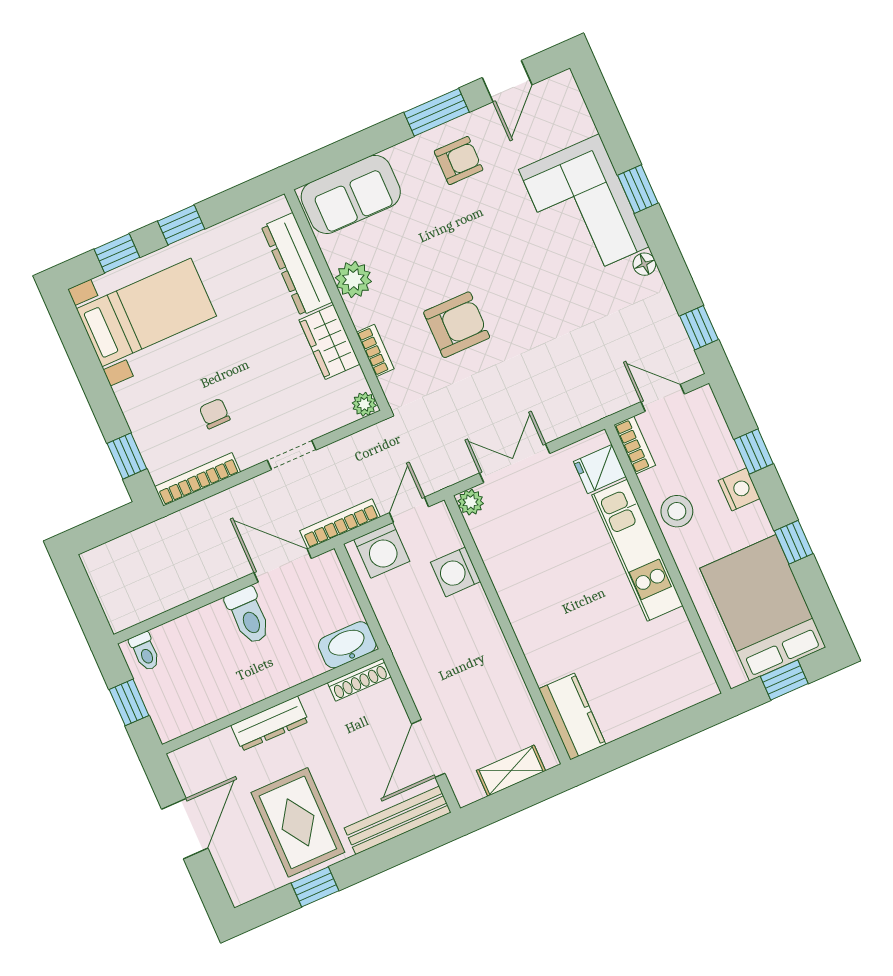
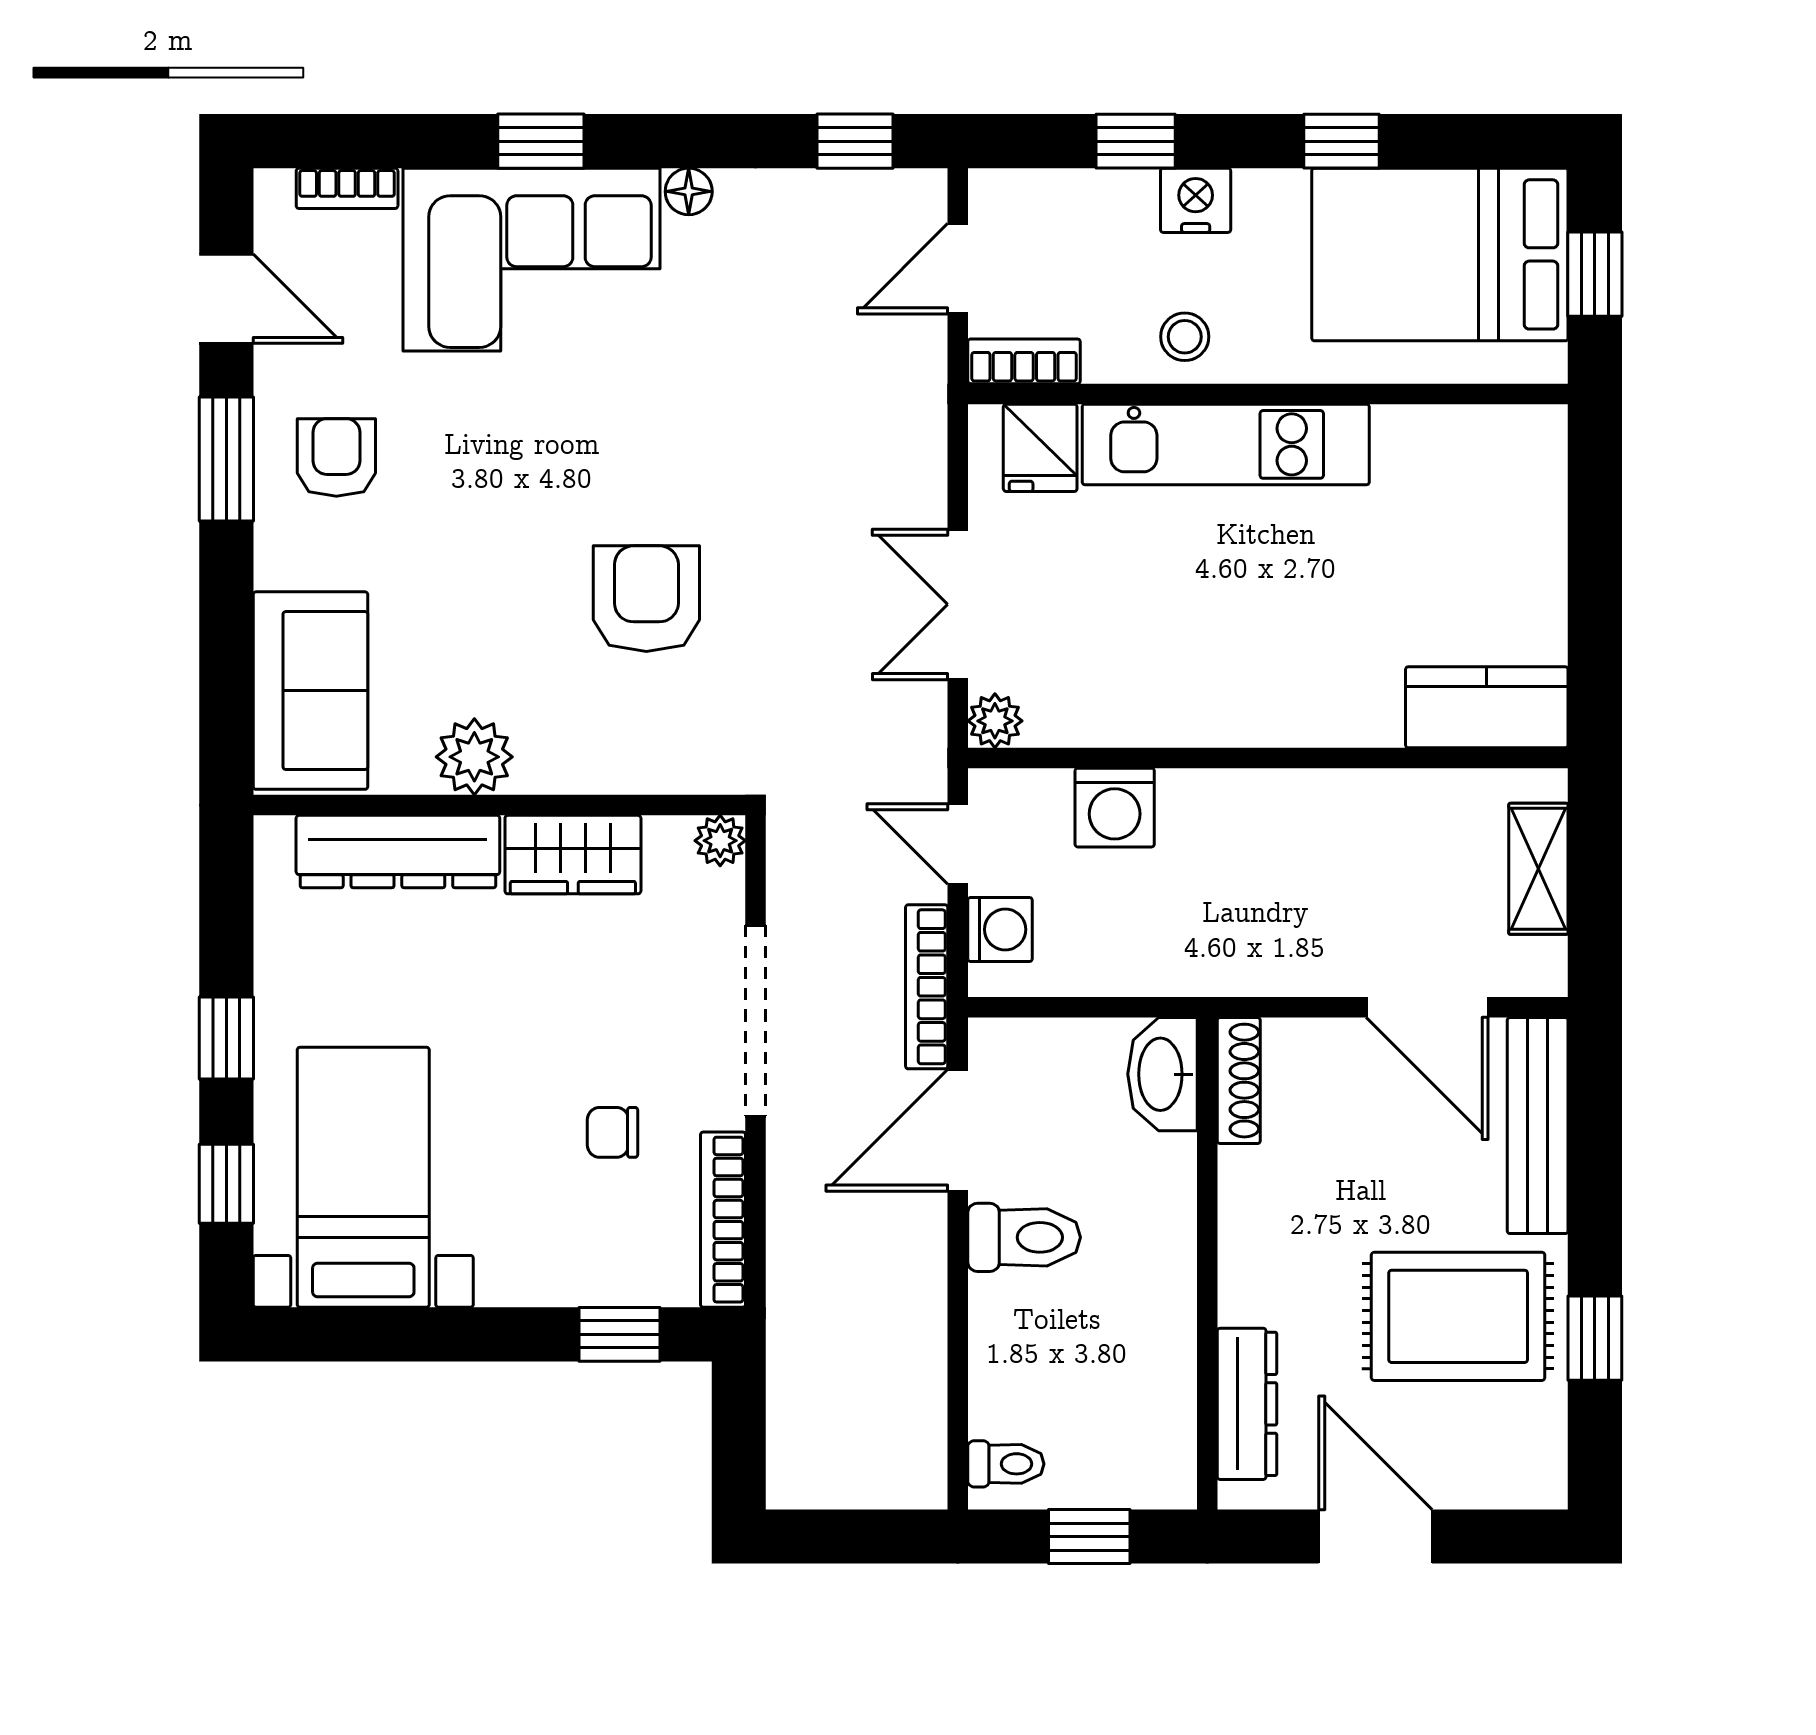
bookcase: (375, 351) -> (347, 188), moved, turned 180
doorway: (292, 455) -> (756, 1021), width x1.88
stool: (677, 511) -> (1185, 337), width x0.73, depth x0.73
washing machine: (382, 550) -> (1000, 930), width x0.73, depth x0.73
dresser: (270, 723) -> (1247, 1404), moved

